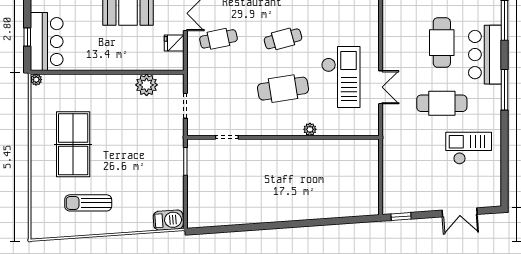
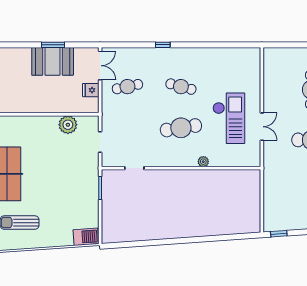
cafe table: (283, 39) -> (181, 87), turned 30

